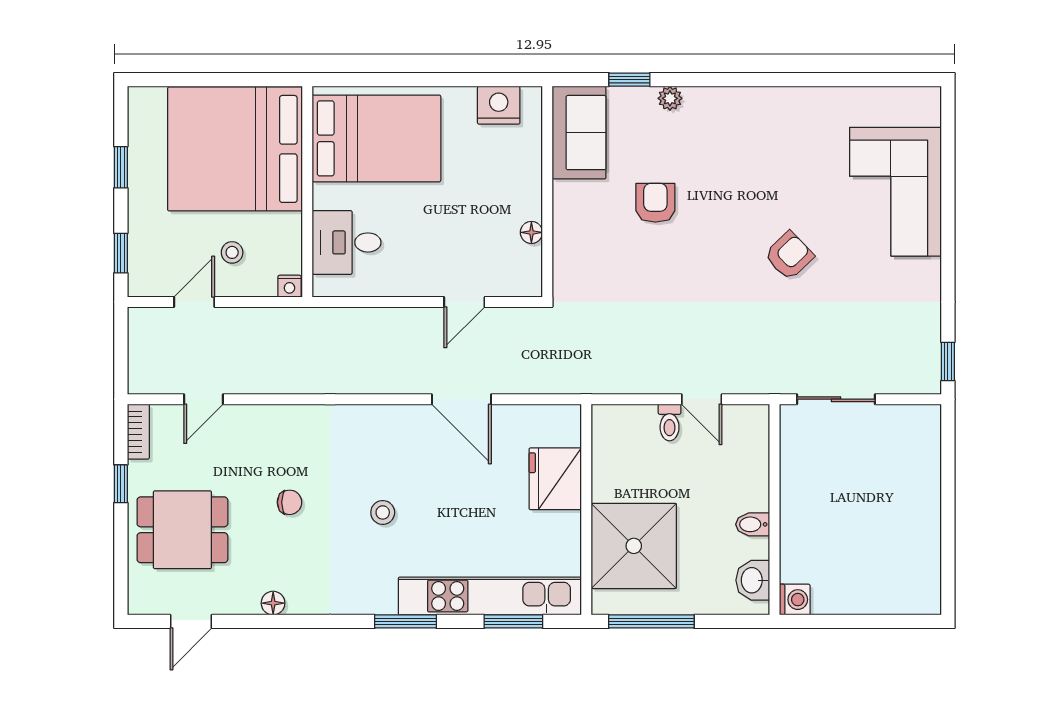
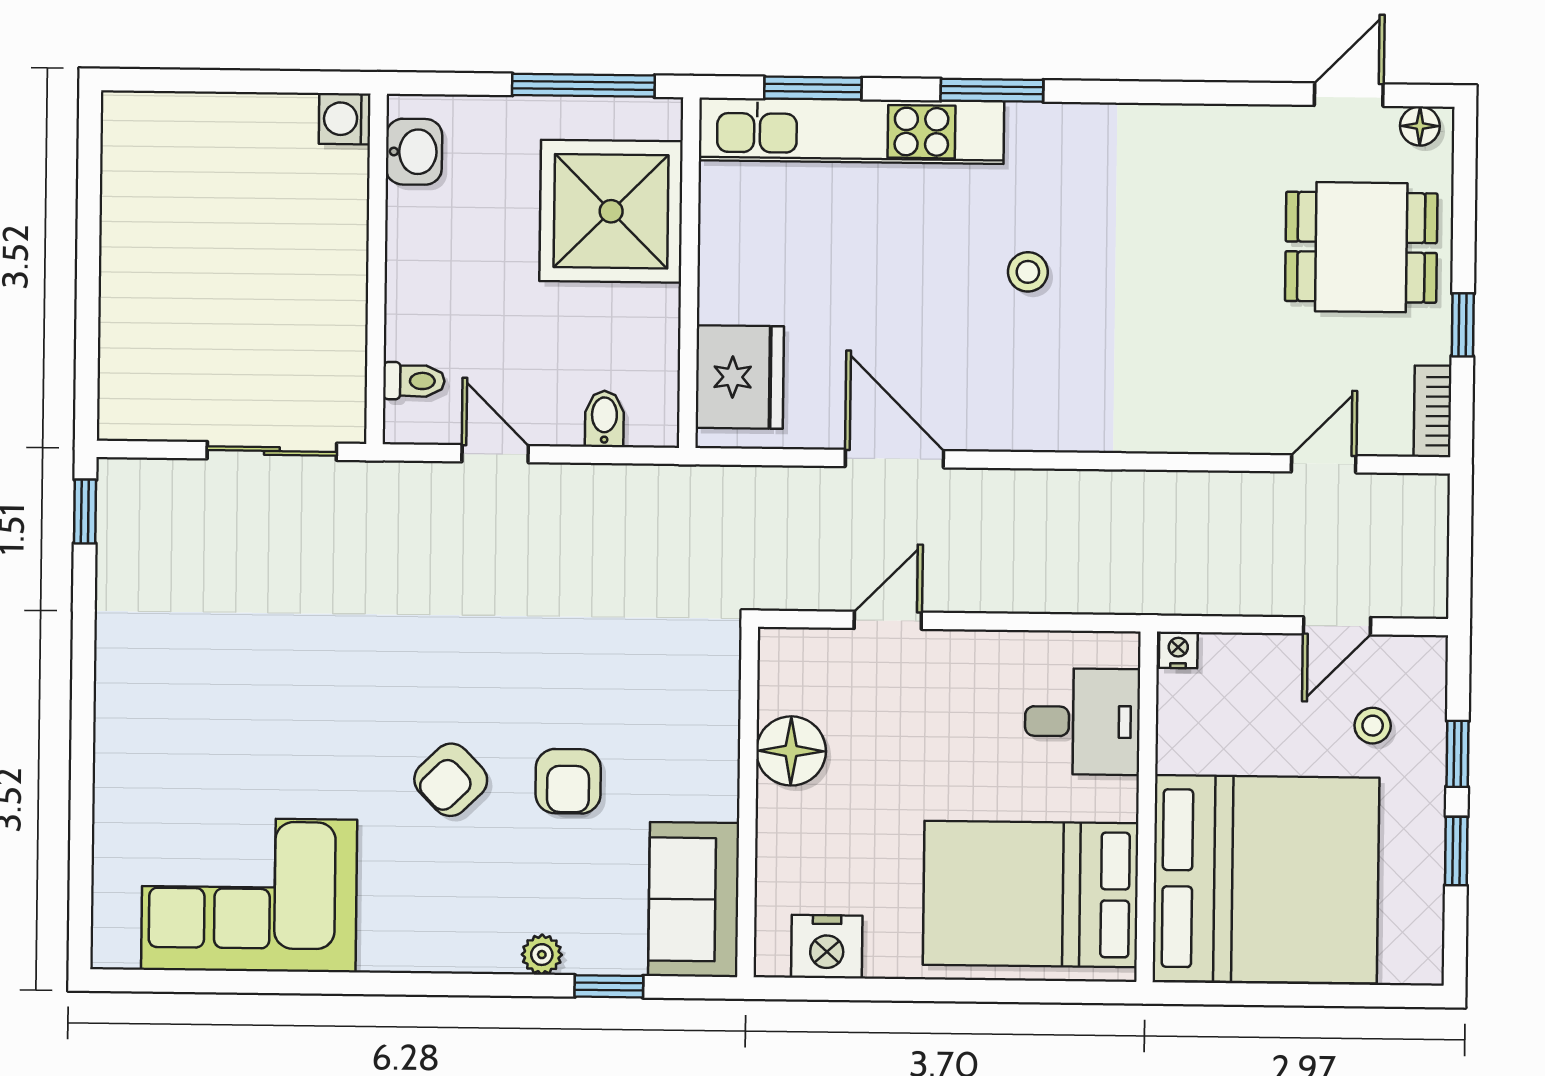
corner sofa: (896, 192) -> (249, 895), moved, turned -90
floor lamp: (531, 232) -> (791, 751), width x1.89, depth x1.89
stool: (232, 252) -> (1373, 726), moved
window: (121, 253) -> (1457, 754), moved
armchair: (789, 256) -> (451, 780), moved
toilet: (670, 422) -> (414, 381), moved, turned 90
fridge: (555, 479) -> (740, 377), moved
chair: (290, 502) -> (1183, 291), removed
bidet: (753, 524) -> (604, 419), moved, turned -90
floor lamp: (273, 603) -> (1420, 126), moved

